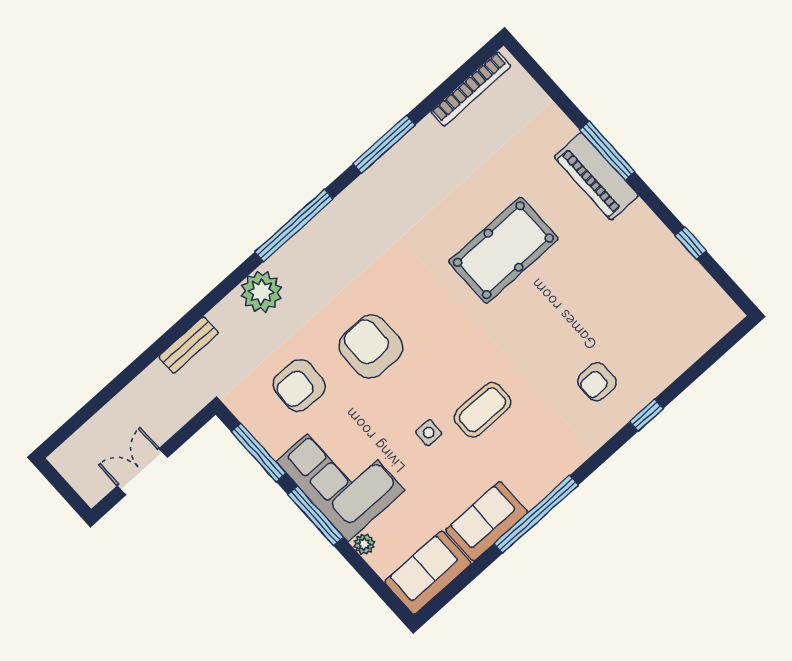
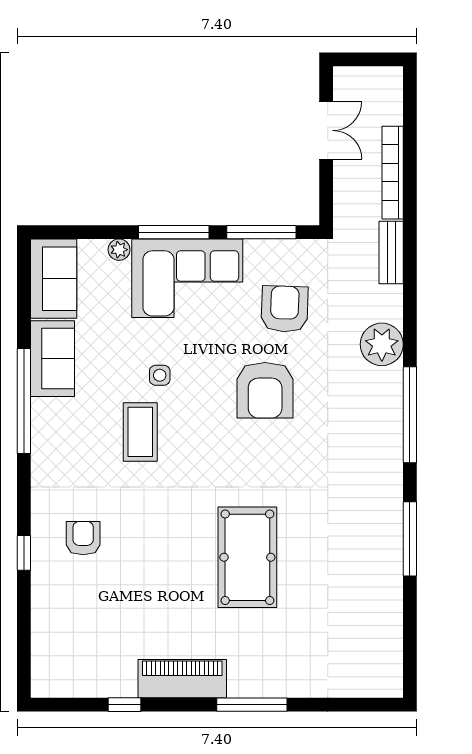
bookcase: (471, 89) -> (393, 173), moved
piano: (596, 176) -> (182, 679), moved
armchair: (371, 346) -> (265, 390), turned 90

